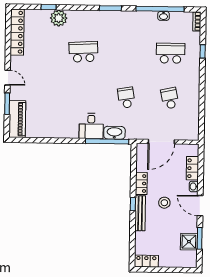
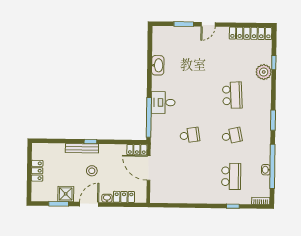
school desk: (170, 98) -> (232, 136), moved
piano: (17, 119) -> (169, 34), removed
washbasin: (114, 133) -> (158, 65), moved
locker: (141, 183) -> (137, 150), moved
shower: (189, 242) -> (66, 194), moved
locker: (146, 261) -> (37, 171), moved

